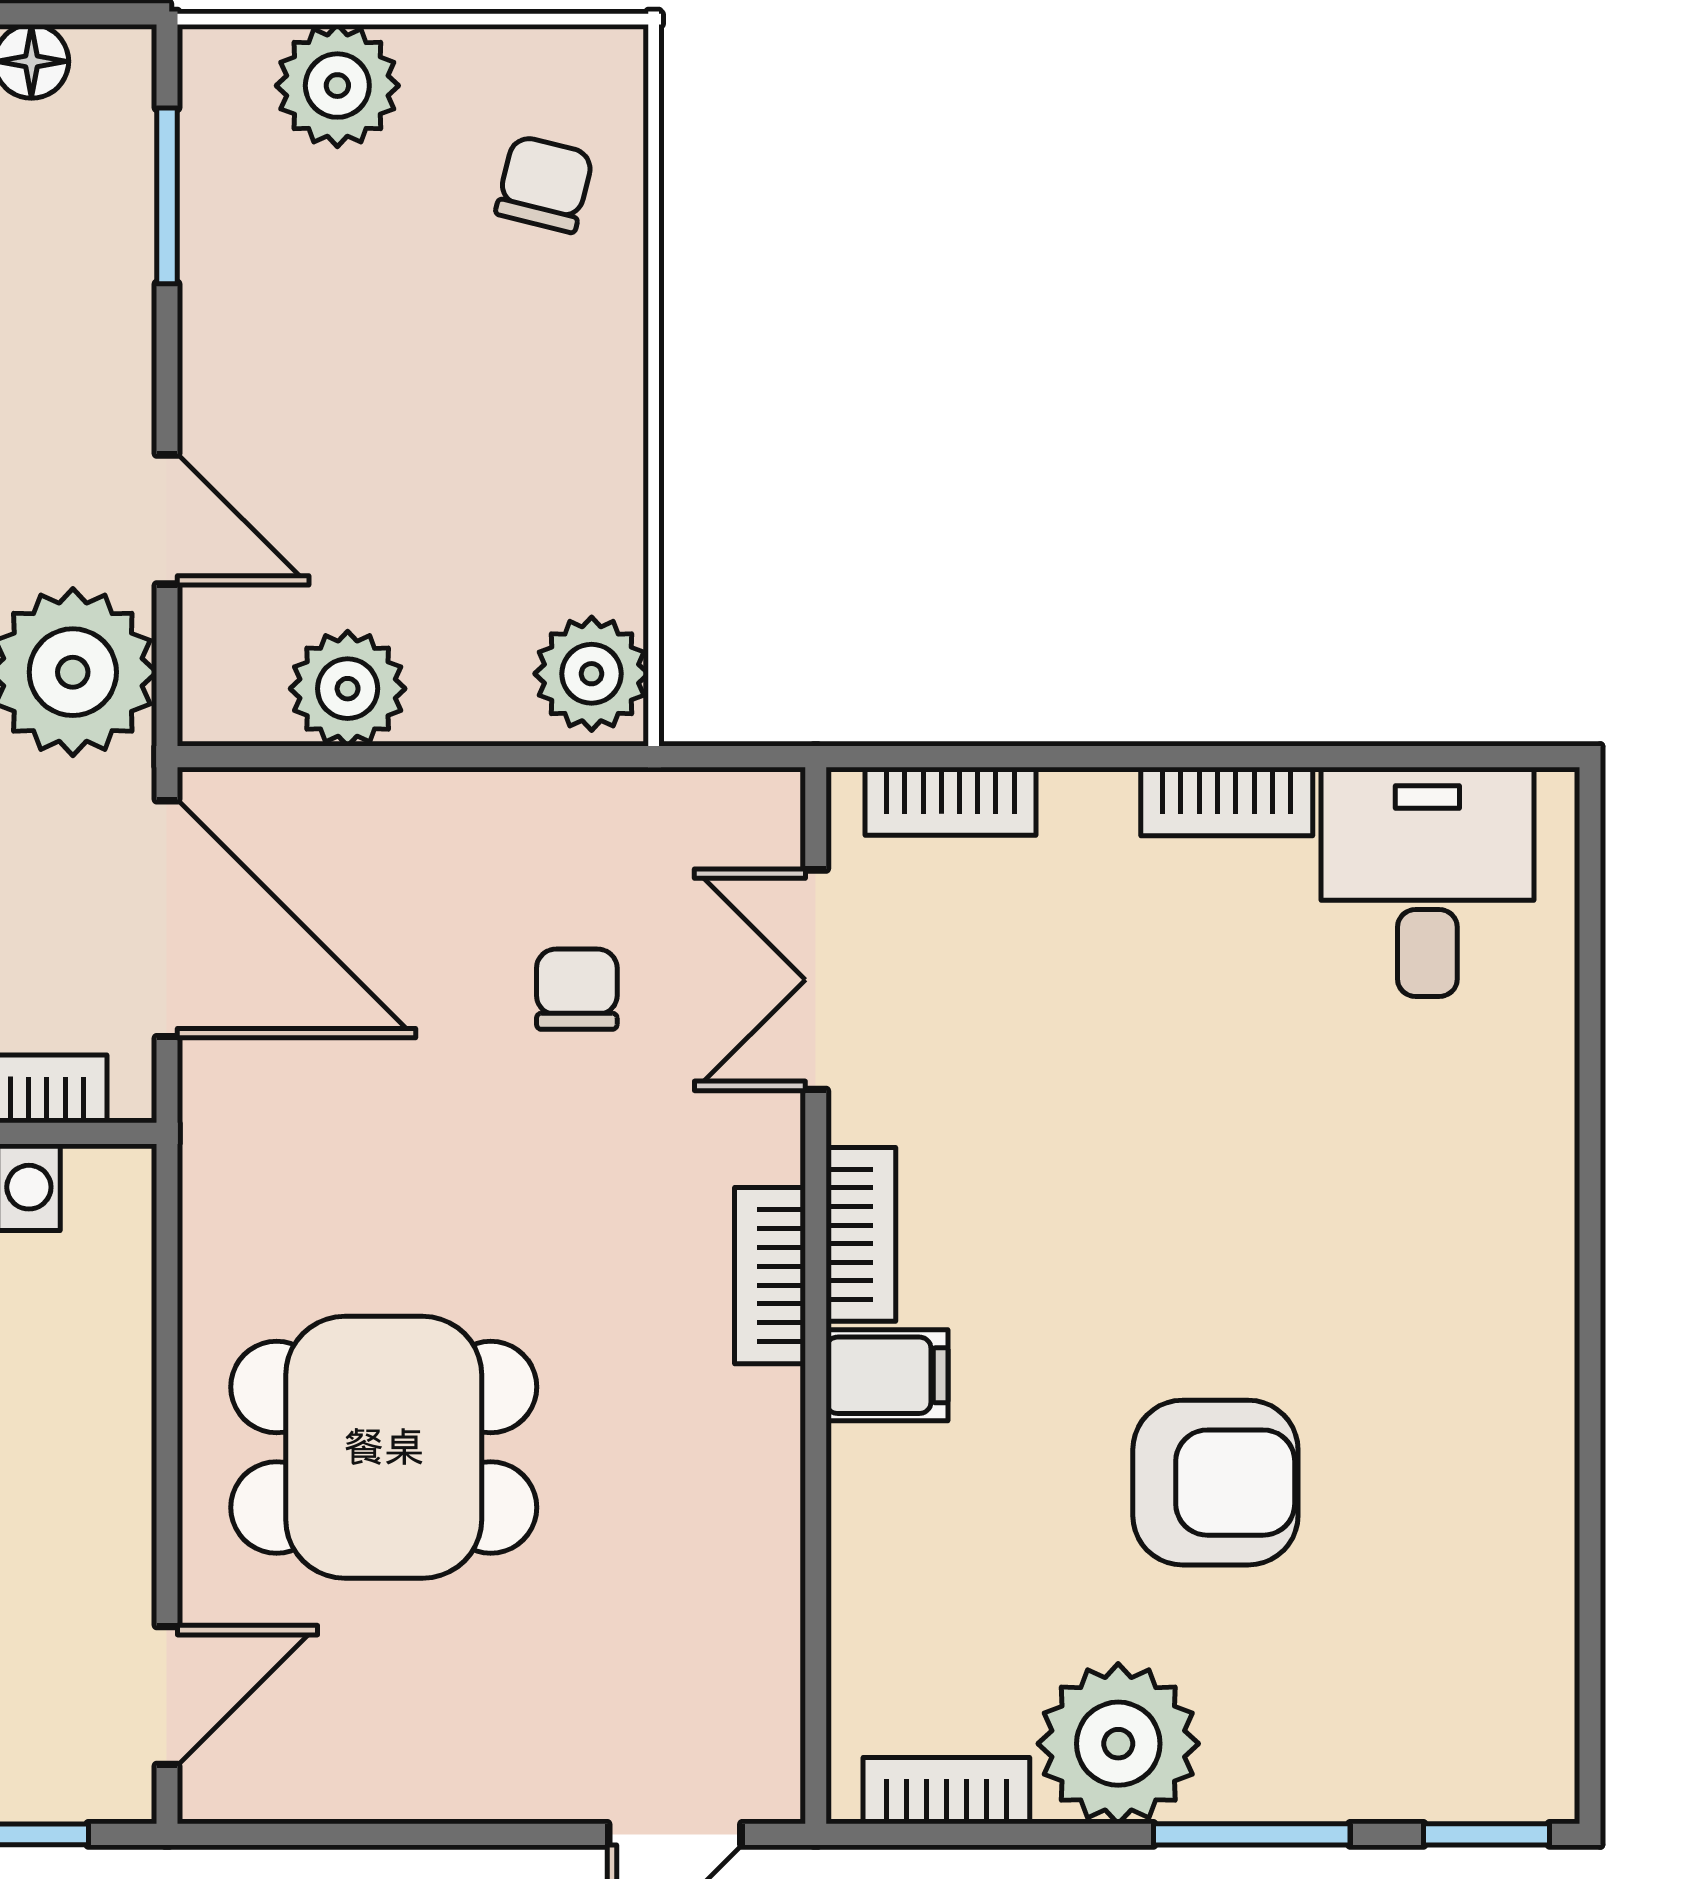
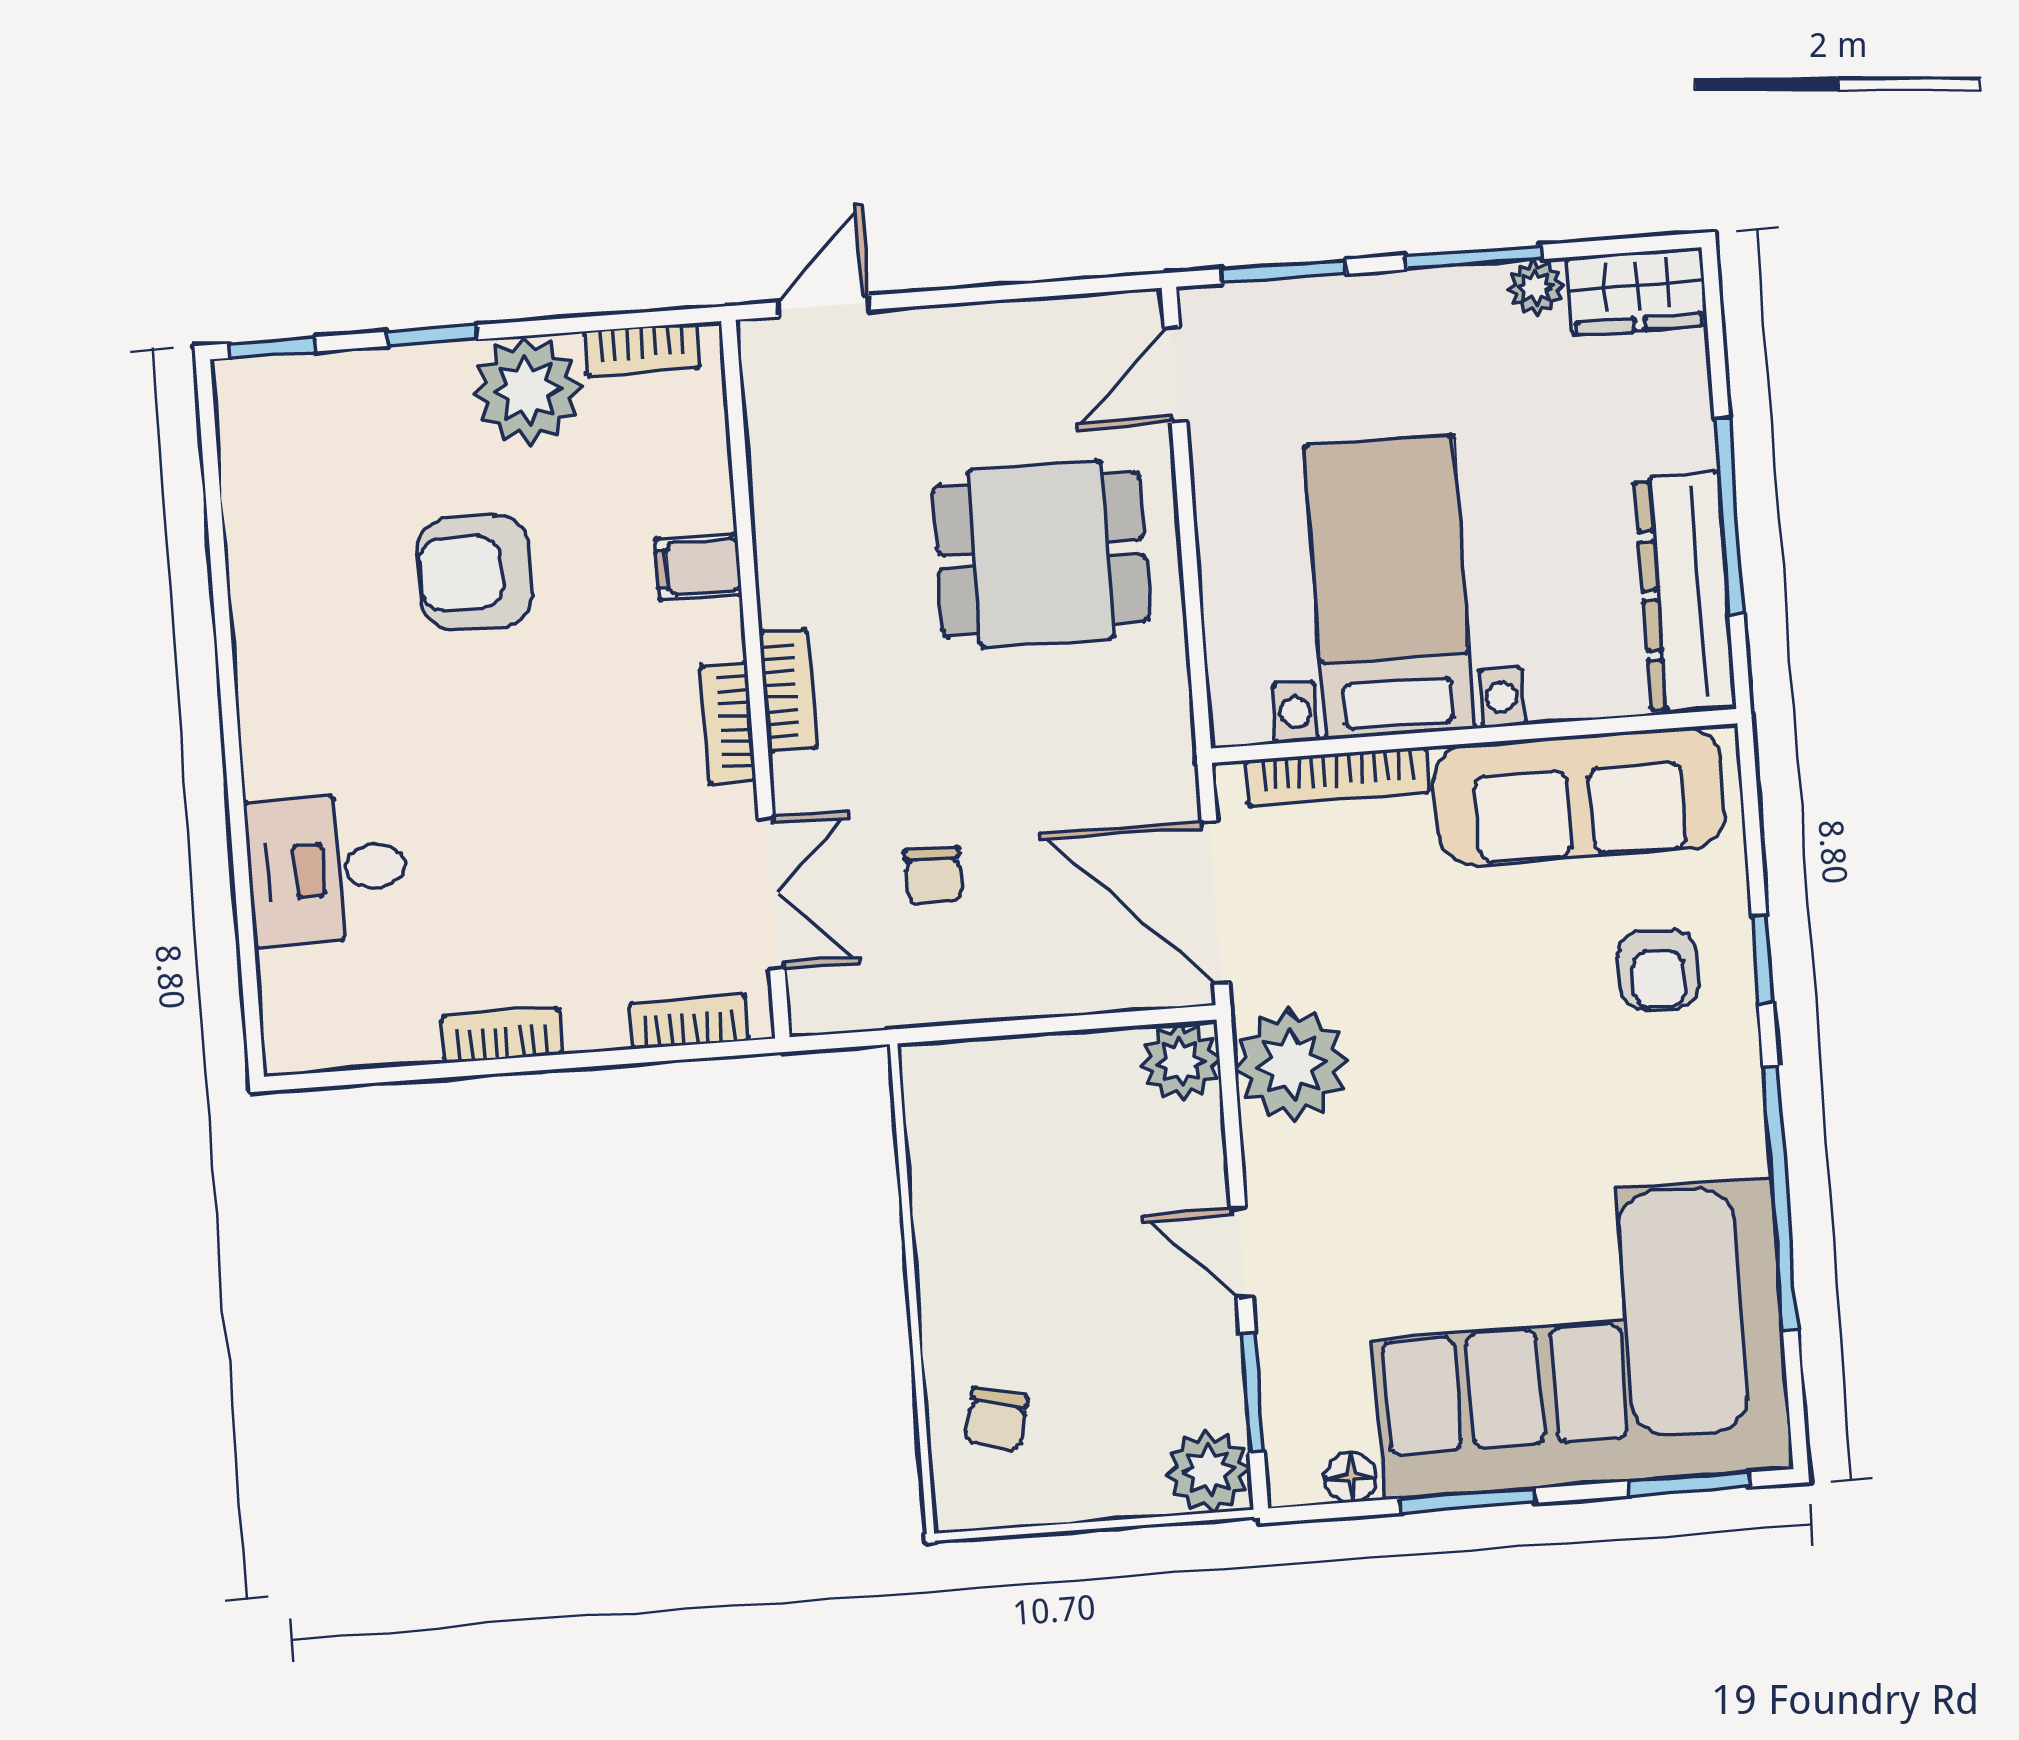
plant: (337, 86) -> (1209, 1471), moved
door: (167, 519) -> (1241, 1253), moved
plant: (592, 674) -> (939, 1090), removed
plant: (348, 689) -> (1181, 1062), moved
desk: (1427, 882) -> (327, 869), moved, turned 90
filing cabinet: (887, 1375) -> (698, 567), moved
window: (1252, 1834) -> (432, 336), width x0.67

